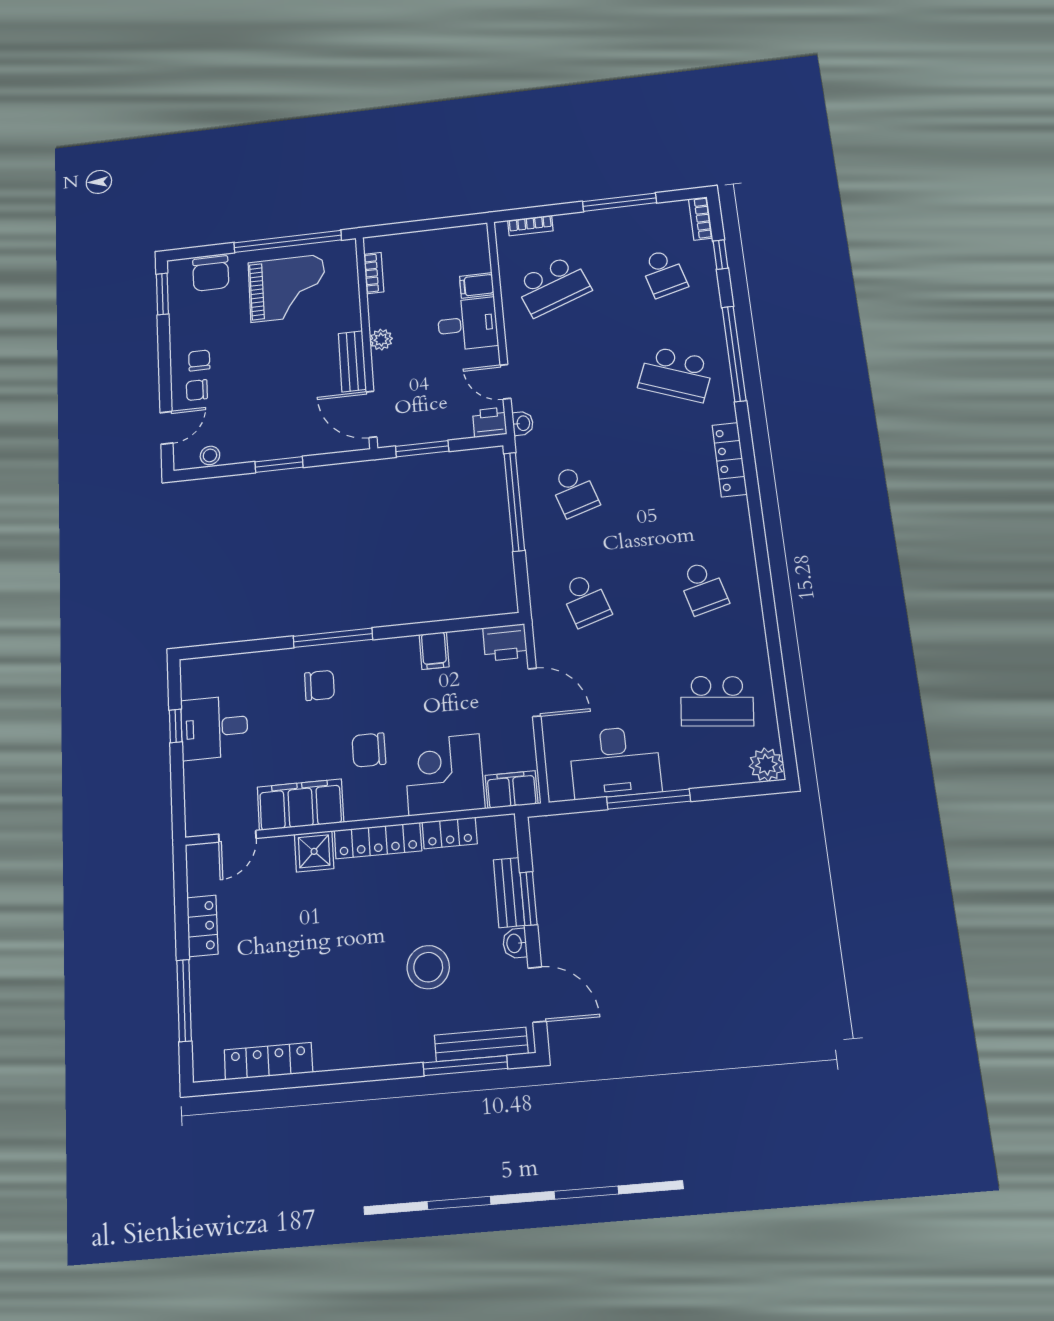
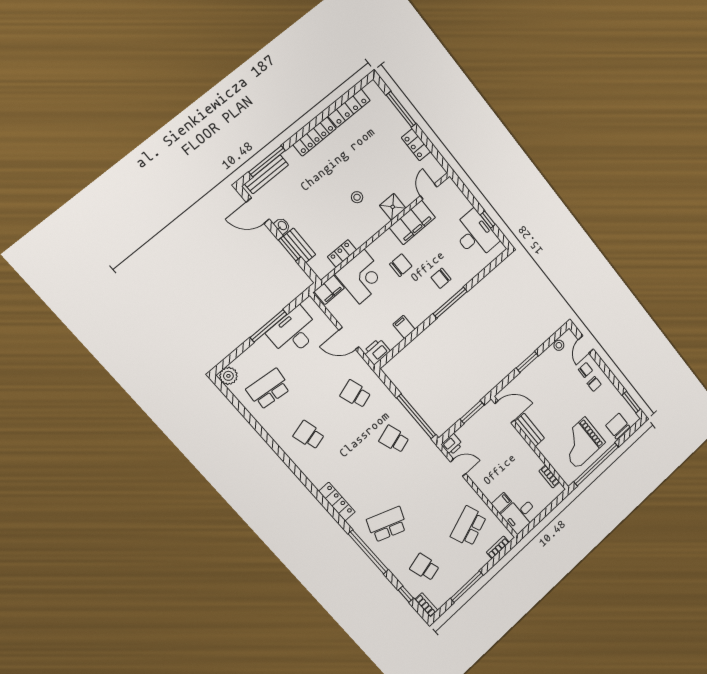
desk: (468, 324) -> (520, 514), moved
plant: (381, 340) -> (524, 449), removed
washbasin: (523, 423) -> (437, 454), removed
desk: (214, 727) -> (475, 235), width x1.37
locker: (378, 841) -> (315, 137), moved, turned 180
stool: (428, 967) -> (357, 197), moved, width x0.53, depth x0.53

